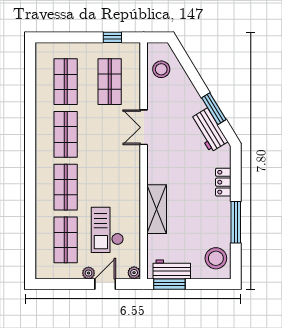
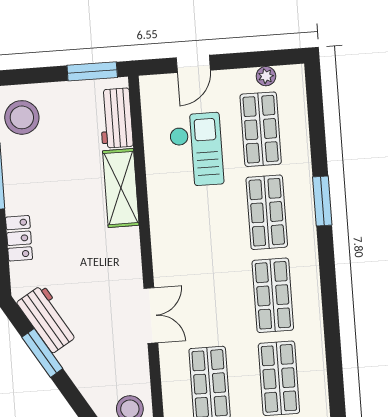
window: (30, 192) -> (322, 201), added
workbench: (172, 270) -> (116, 118), moved, turned 90
plant: (89, 273) -> (266, 76), moved
plant: (134, 273) -> (149, 85), removed

